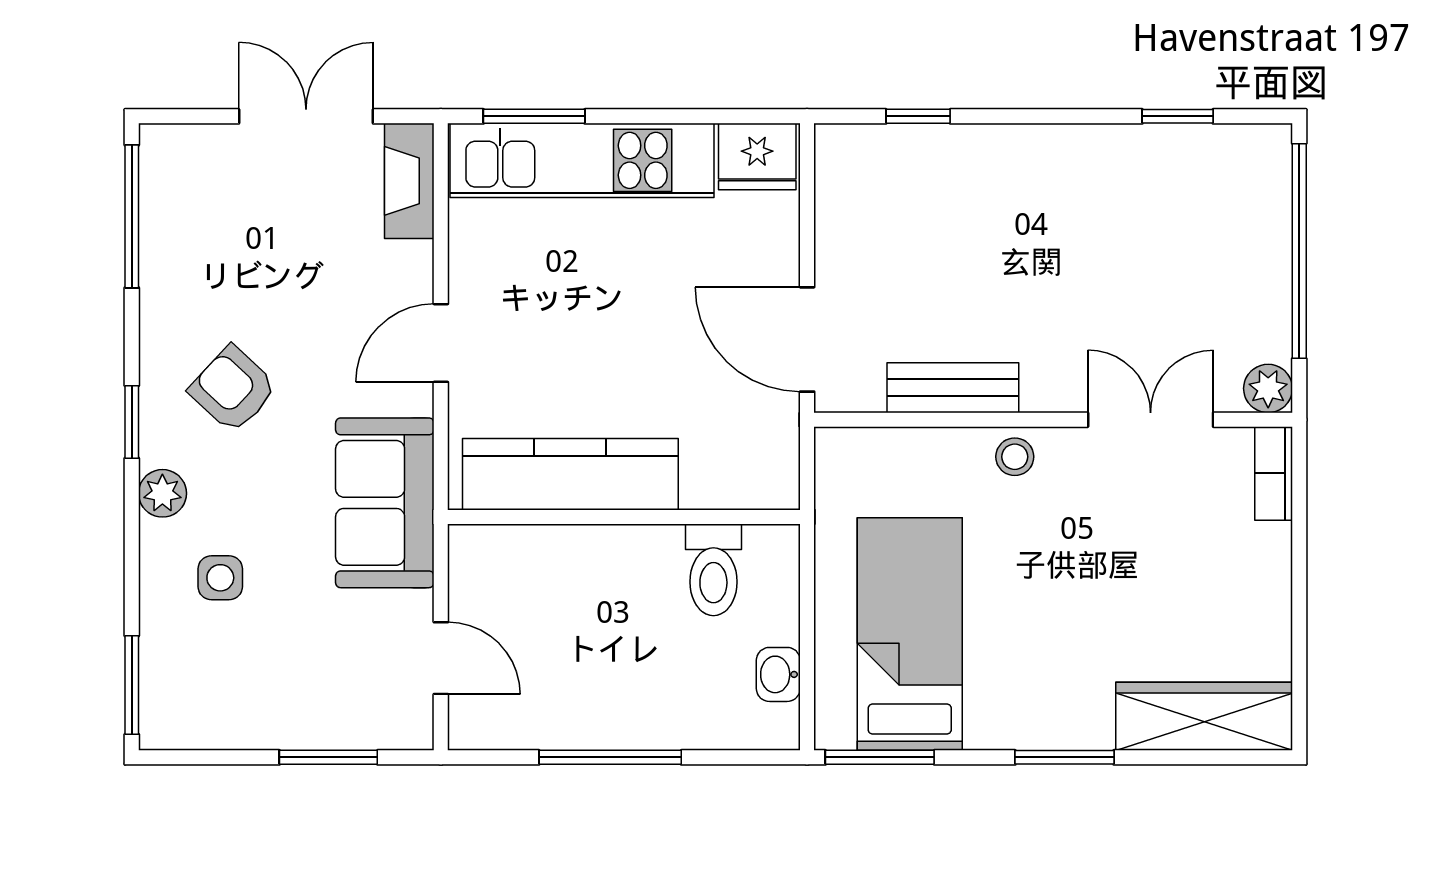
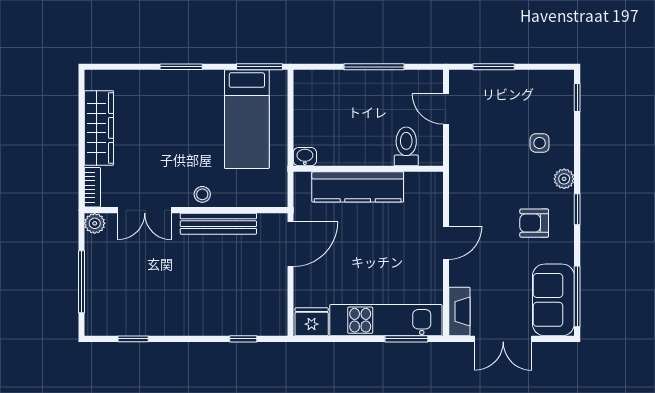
window: (1299, 251) -> (81, 282), width x0.68
door: (807, 339) -> (290, 244), hinge flipped
bench: (953, 388) -> (218, 224), width x1.36
armchair: (233, 389) -> (534, 223), turned 137
kitchen counter: (570, 474) -> (358, 187), moved
sofa: (385, 503) -> (553, 300), moved, turned 180
toilet: (713, 570) -> (406, 146), moved
washbasin: (778, 674) -> (305, 157), moved, turned -90
window: (132, 685) -> (577, 97), width x0.67
wardrobe: (1204, 716) -> (99, 128), moved, turned -90

